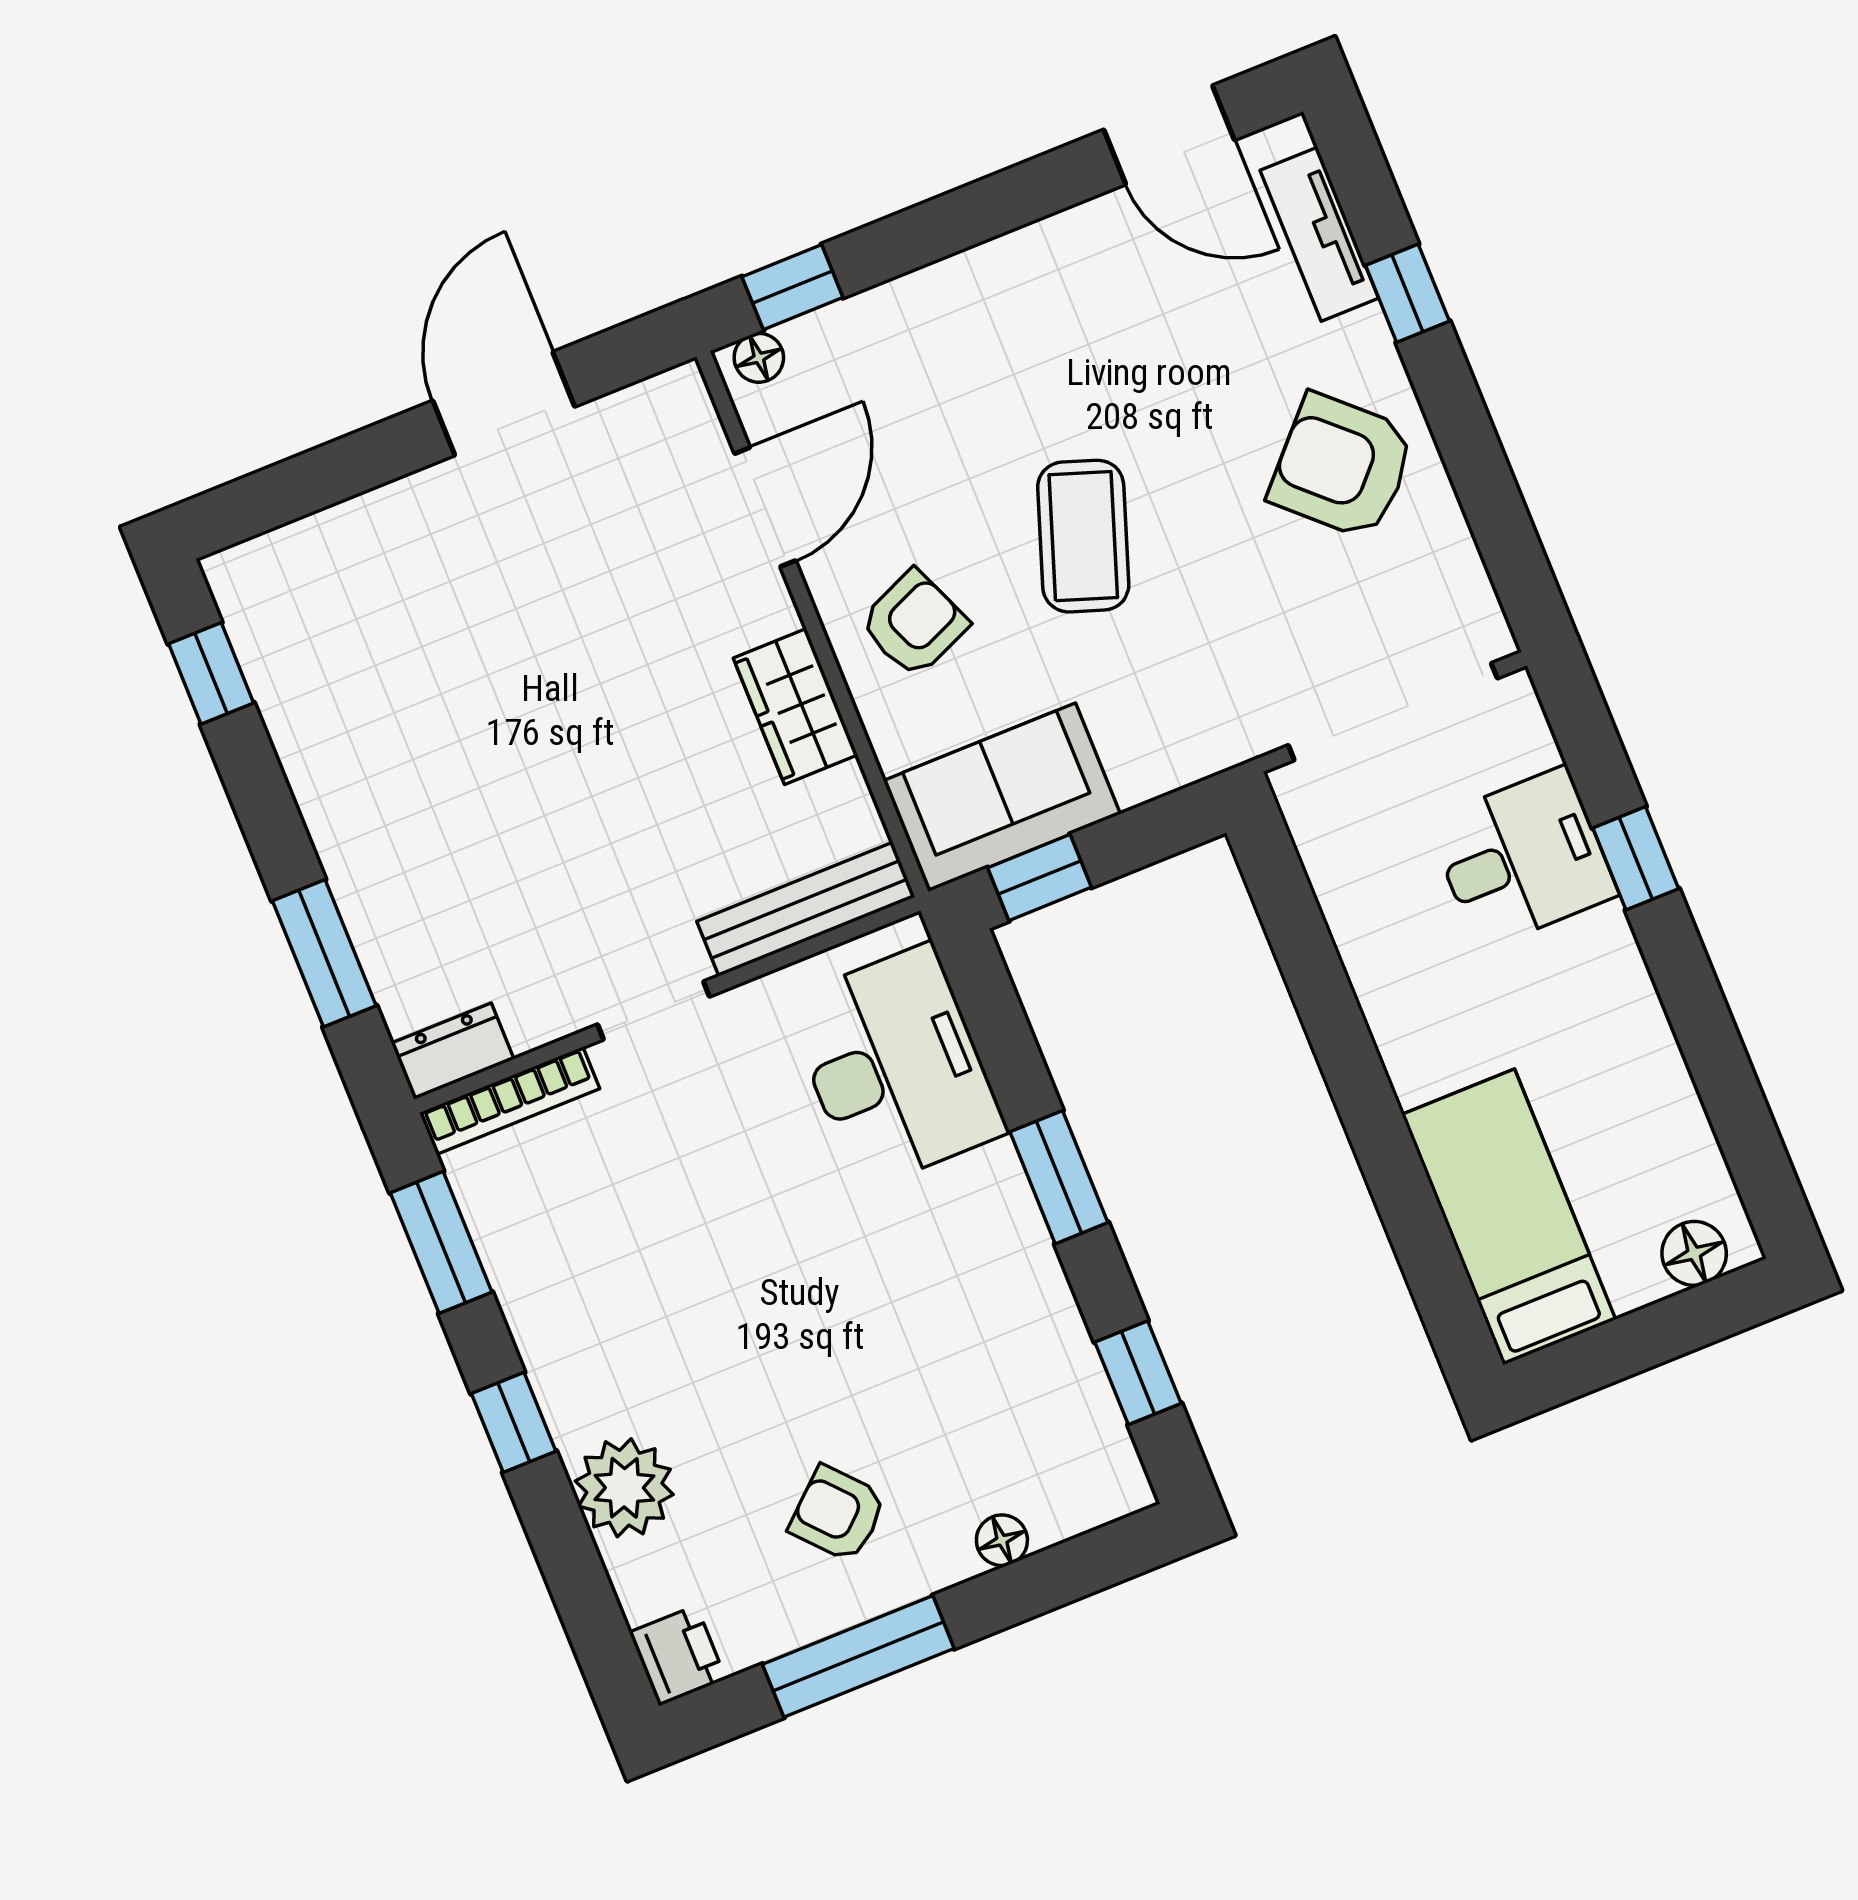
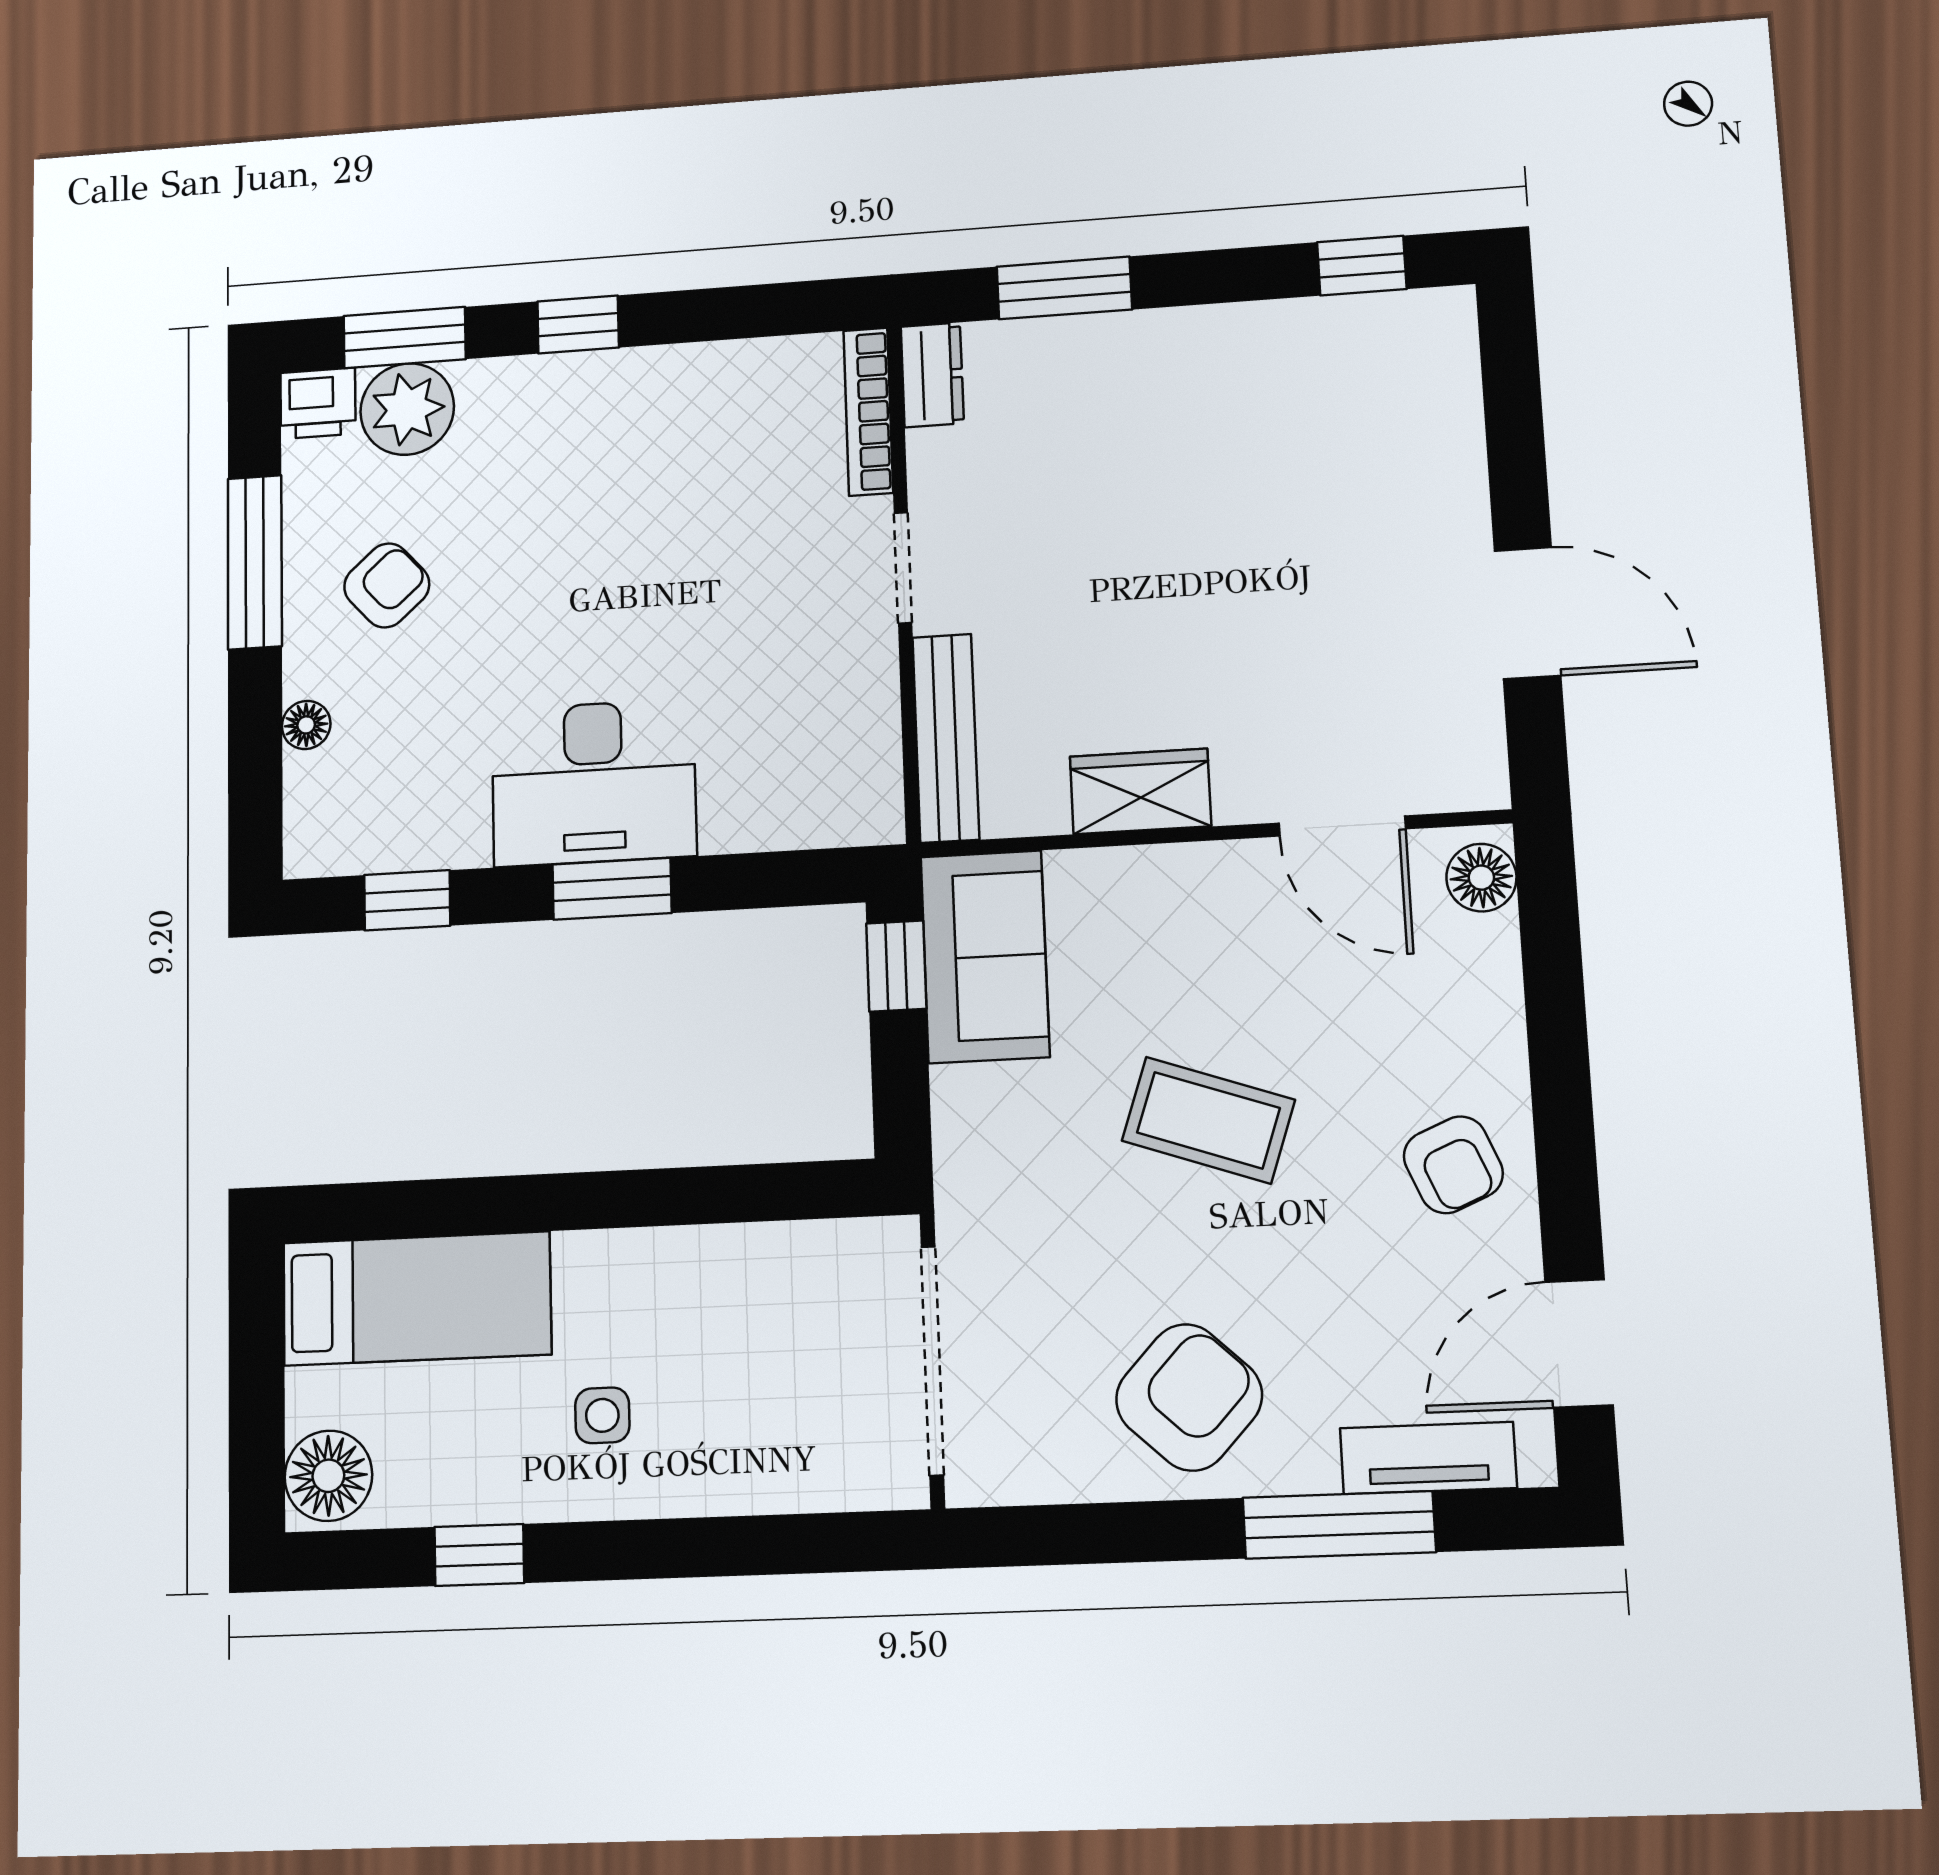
window: (792, 287) -> (1549, 923), removed
window: (1407, 293) -> (1339, 1525), width x2.17
floor lamp: (759, 358) -> (1481, 878), width x1.37, depth x1.37
armchair: (914, 624) -> (1453, 1165), moved
desk: (1522, 858) -> (747, 1436), removed
window: (1636, 858) -> (479, 1555), moved
side table: (1553, 1000) -> (602, 1415), added
desk: (895, 1067) -> (594, 783), moved
window: (441, 1242) -> (405, 338), moved
floor lamp: (1694, 1253) -> (328, 1476), width x1.38, depth x1.38
plant: (624, 1488) -> (407, 409), moved

